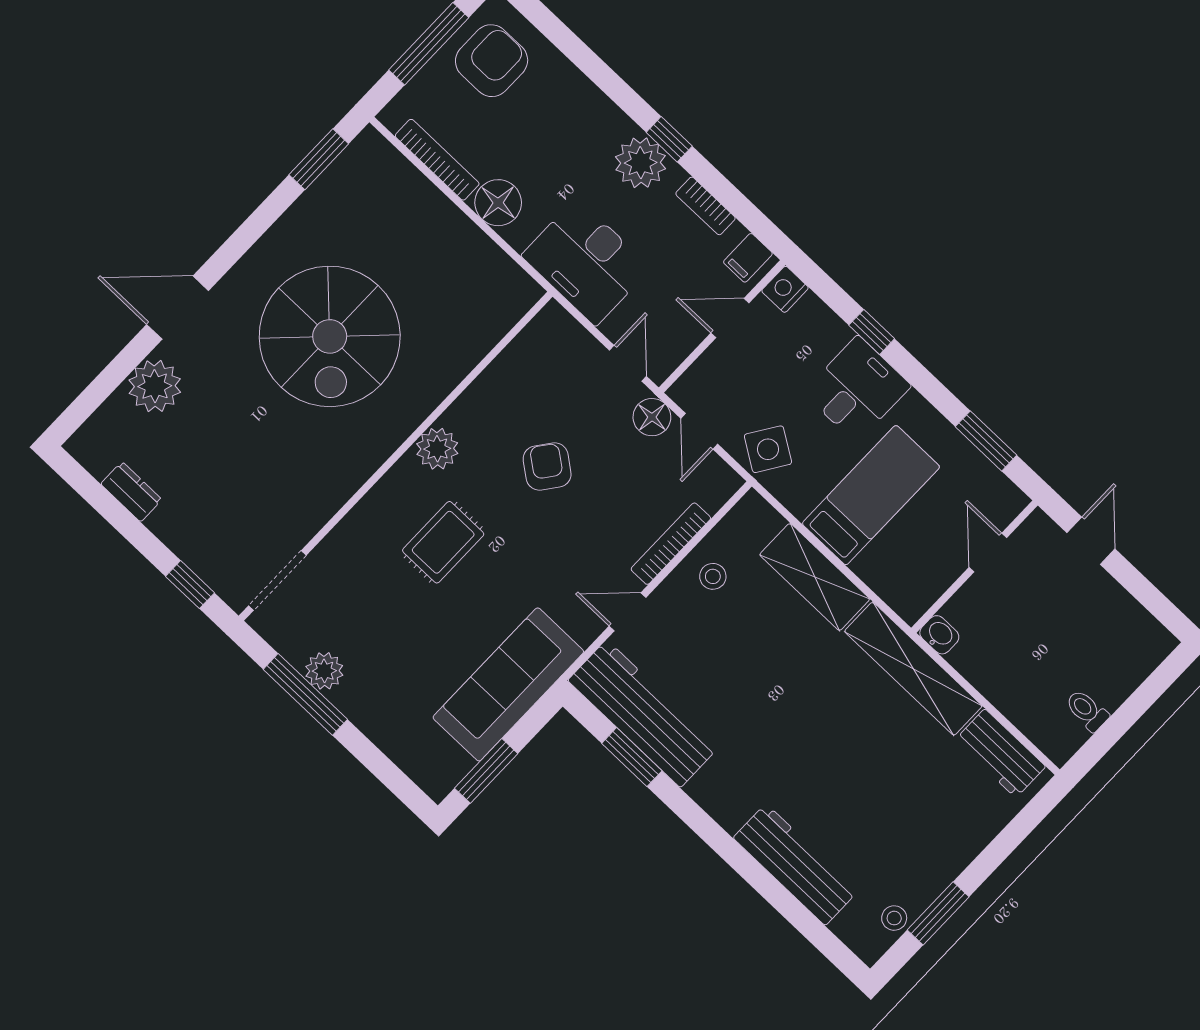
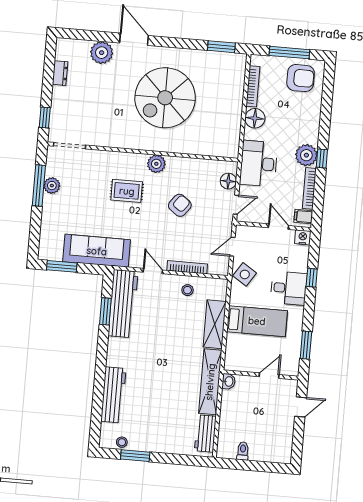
bookcase: (706, 206) -> (309, 188), width x1.56
floor lamp: (652, 417) -> (228, 181), moved

